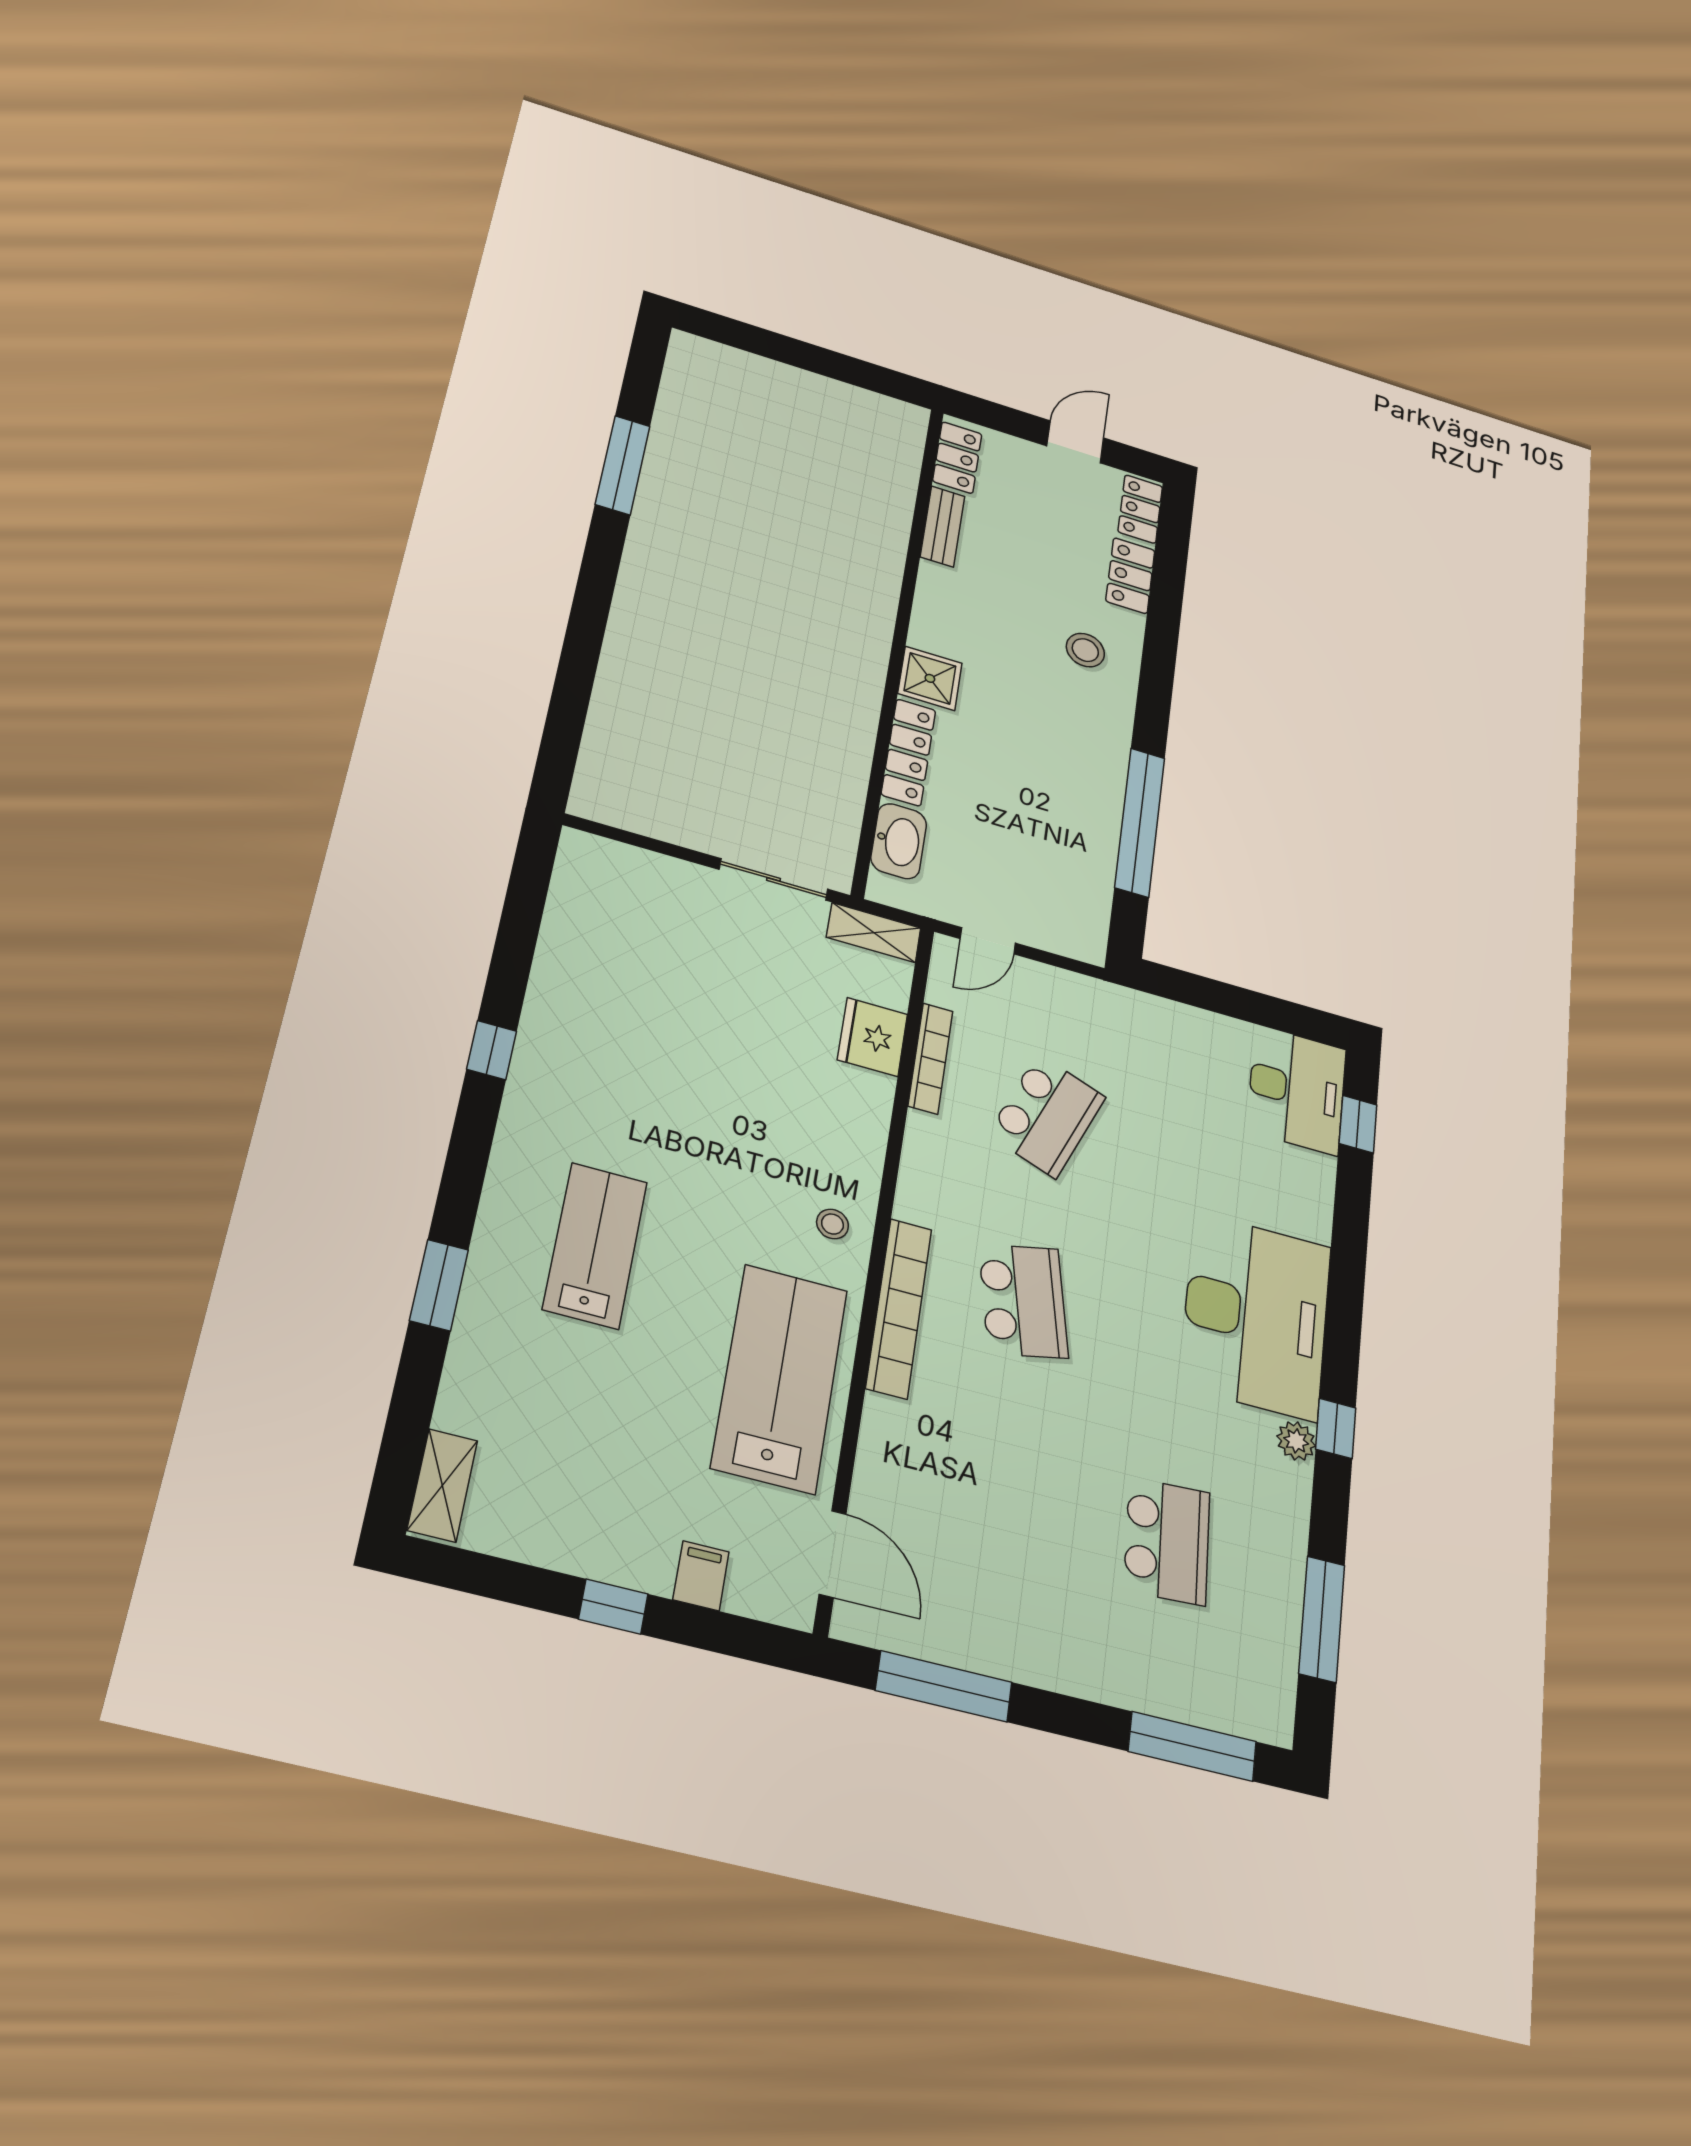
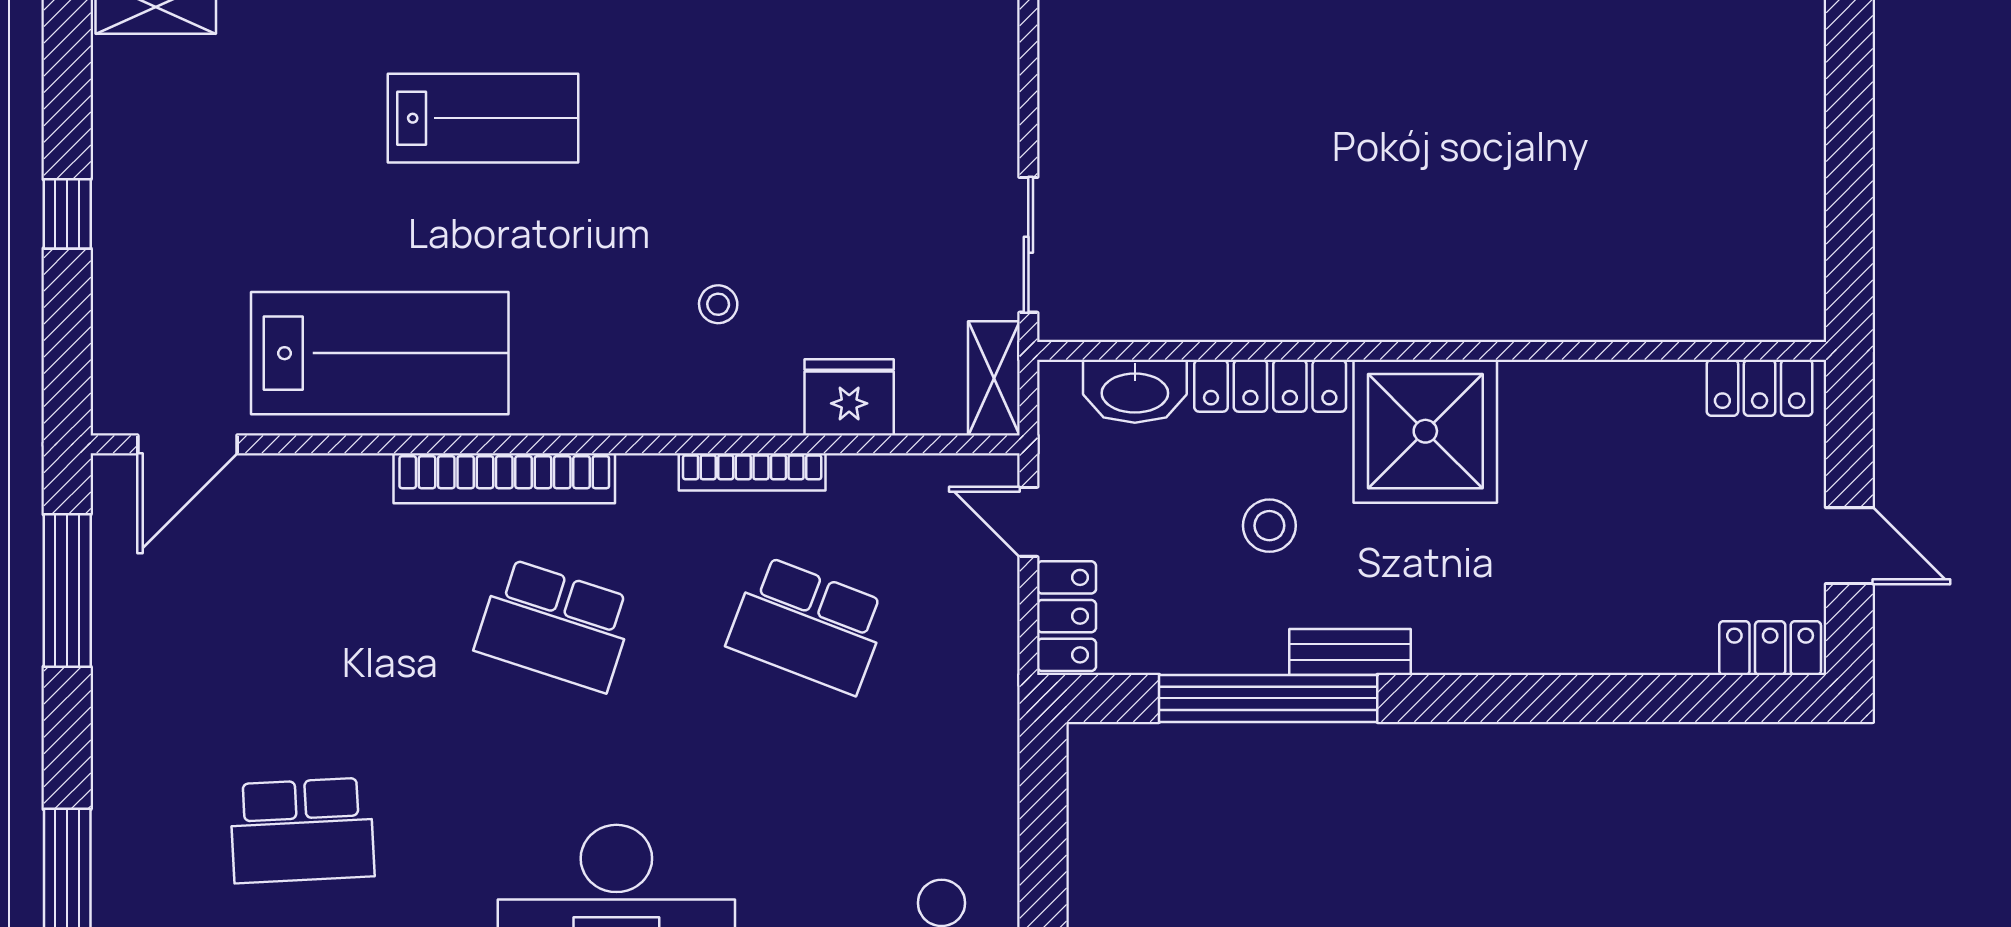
bench: (942, 526) -> (1350, 652), moved
locker: (1130, 576) -> (1067, 616), moved, turned 90
stool: (1085, 650) -> (1269, 526), moved
shower: (930, 678) -> (1425, 431), width x1.86, depth x1.86
bookcase: (930, 1058) -> (752, 472), moved
stool: (832, 1224) -> (718, 304), moved
school desk: (1023, 1301) -> (555, 625), turned 30
filing cabinet: (701, 1576) -> (125, 303), removed

